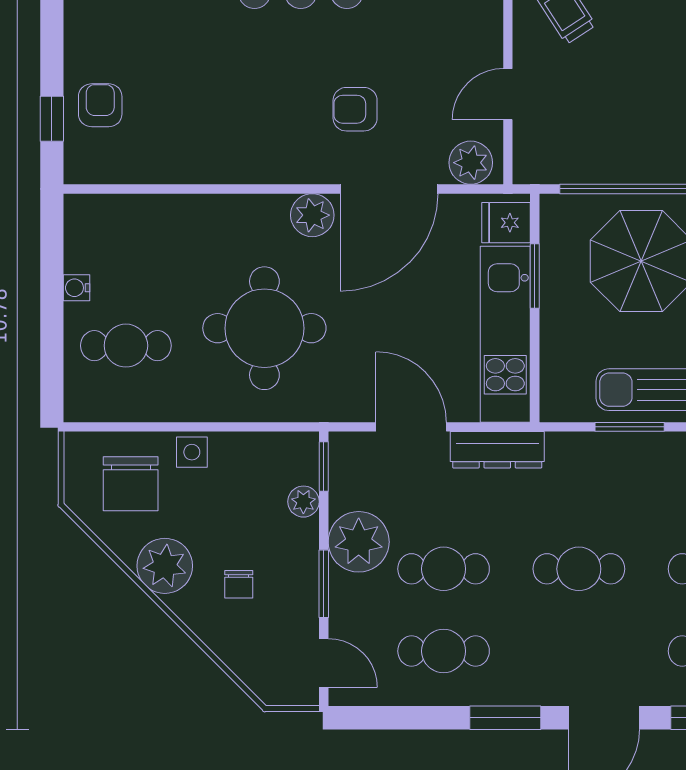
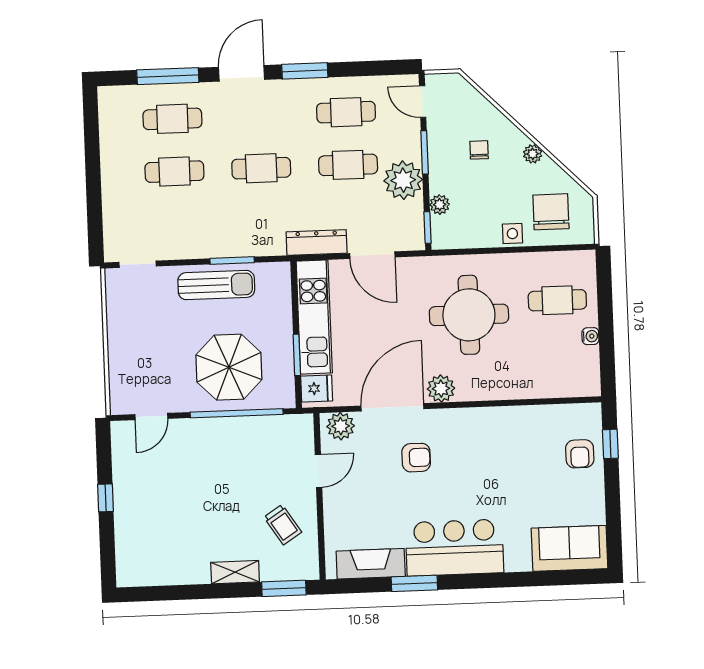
plant: (165, 566) -> (533, 154), width x0.53, depth x0.53

